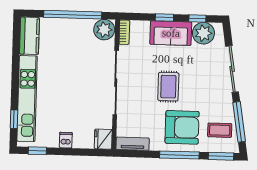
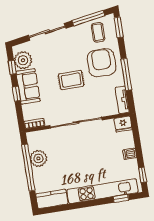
plant: (104, 30) -> (38, 158), moved
window: (179, 155) -> (126, 74), moved

